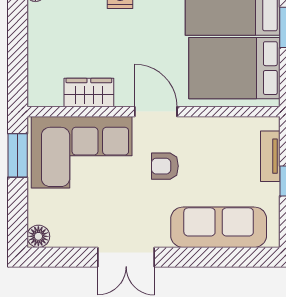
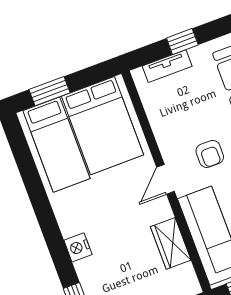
door: (156, 112) -> (166, 179), width x0.73

